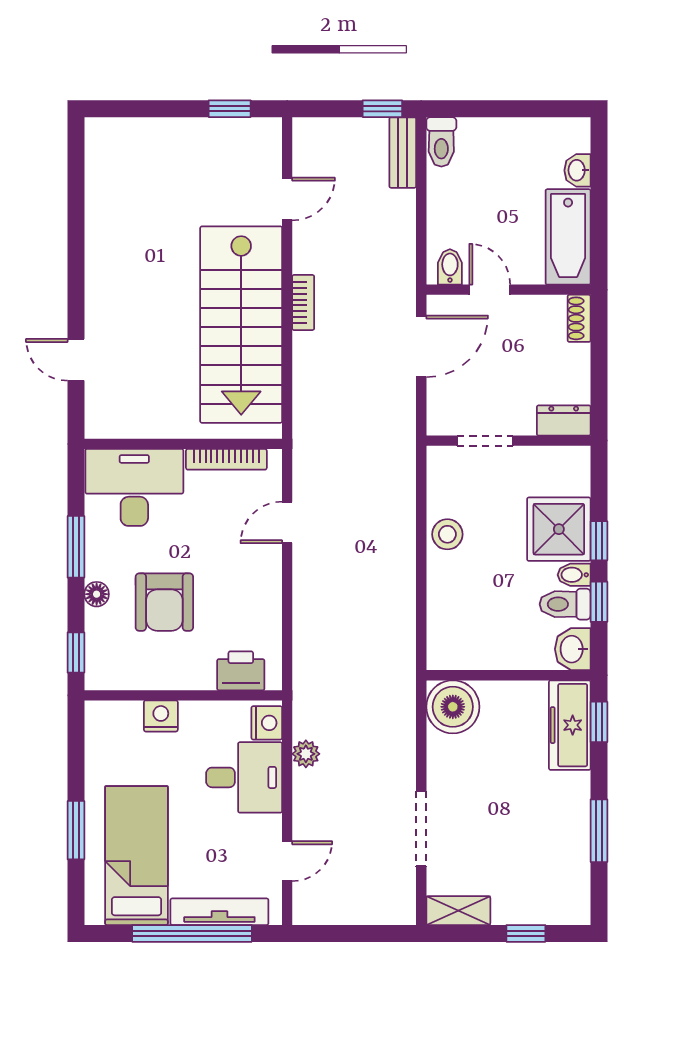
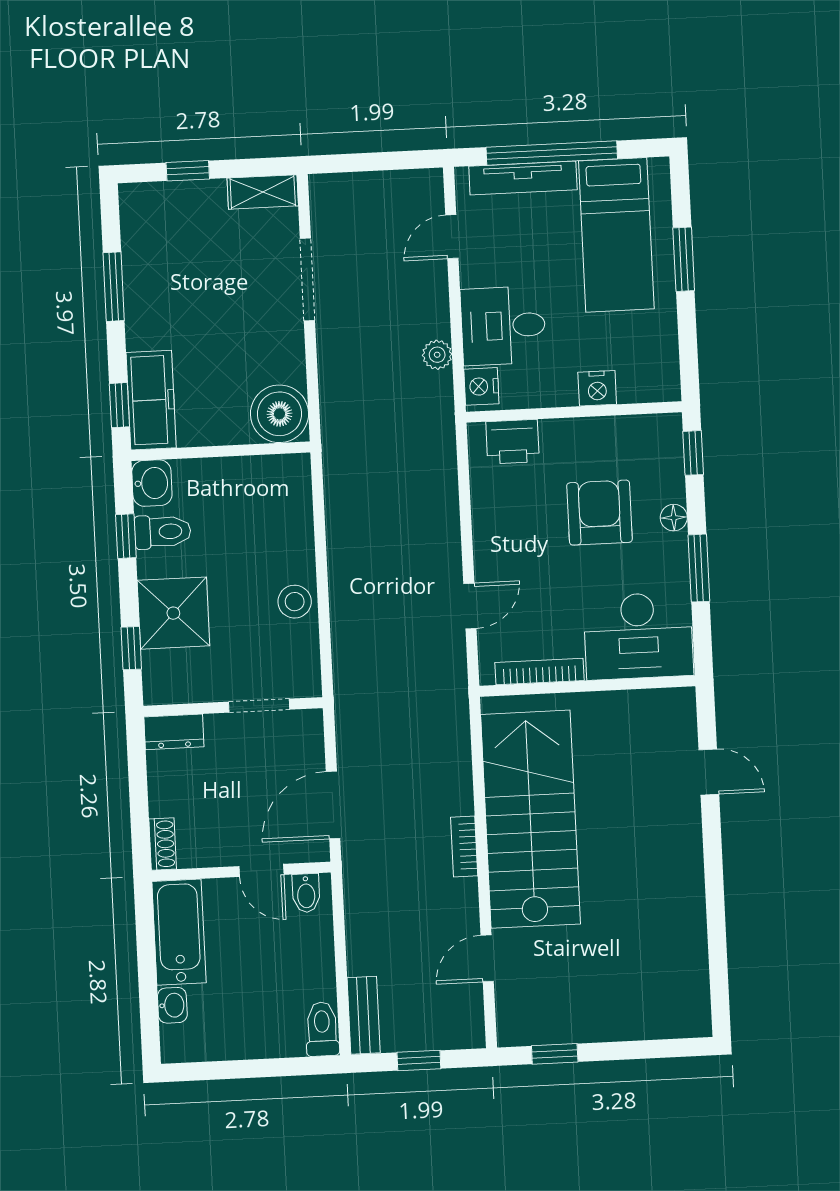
window: (382, 109) -> (419, 1061), moved
window: (599, 541) -> (131, 648), moved
bidet: (574, 575) -> (154, 564), removed

